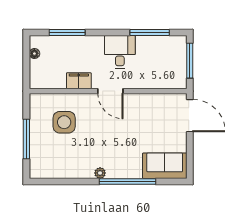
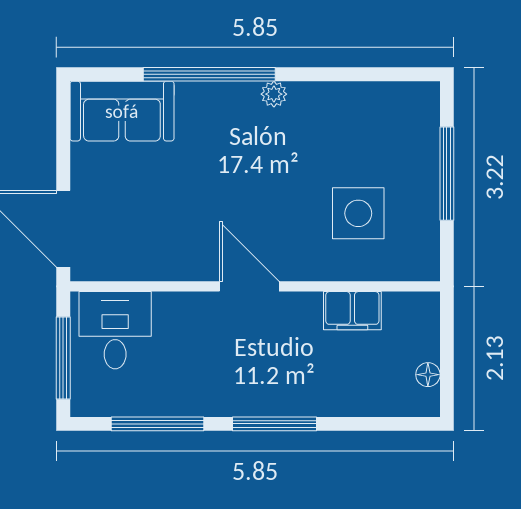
window: (67, 33) -> (275, 424), moved
desk: (120, 52) -> (115, 330), moved, turned 180
filing cabinet: (79, 81) -> (352, 311), moved

